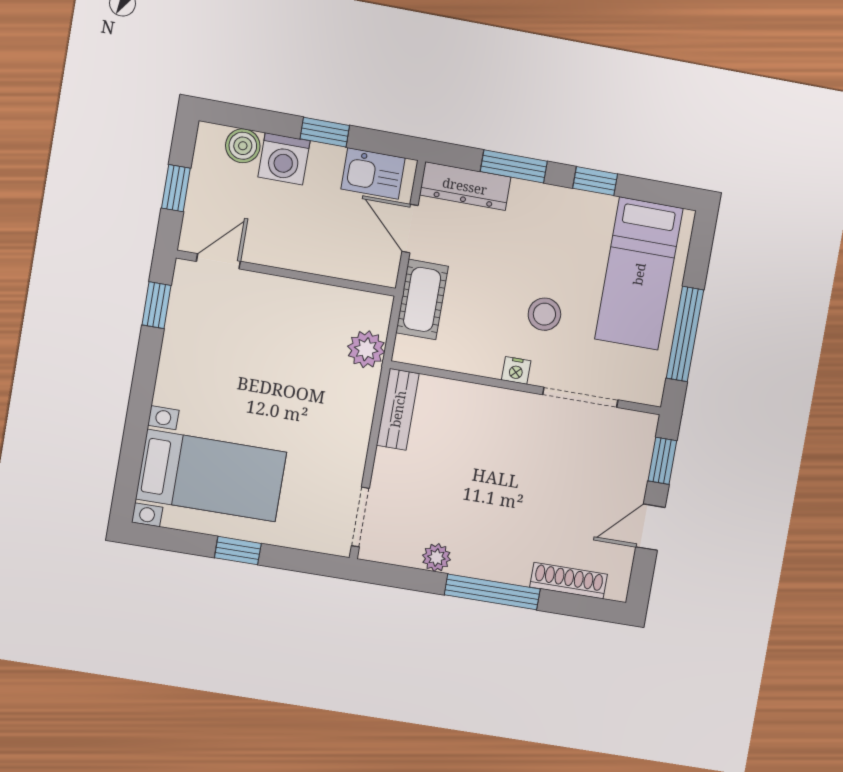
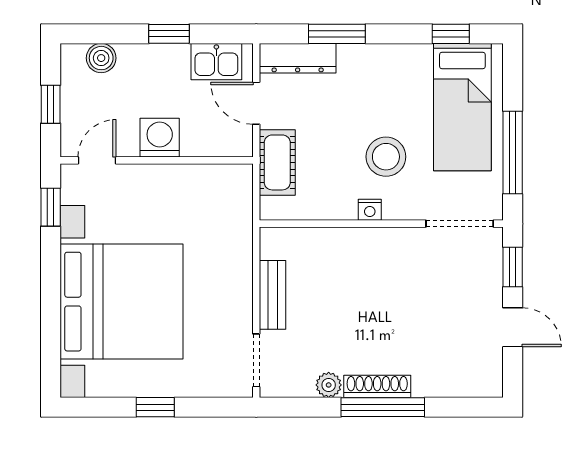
washing machine: (284, 159) -> (160, 138), moved, turned 180
window: (595, 181) -> (451, 34), moved
stool: (544, 314) -> (386, 157), width x1.38, depth x1.38
plant: (366, 349) -> (236, 214), removed
doorway: (580, 397) -> (460, 224), moved
bench: (398, 409) -> (273, 295), moved
bed with nightstands: (211, 476) -> (121, 302), width x1.85
door: (650, 527) -> (513, 327), swing flipped
shoe rack: (569, 581) -> (377, 386), moved

